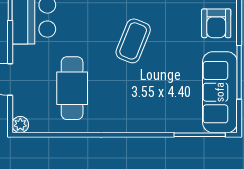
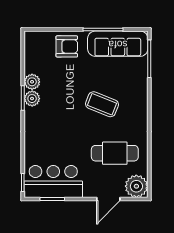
coffee table: (133, 41) -> (102, 104), moved
plant: (20, 125) -> (136, 186), width x1.88, depth x1.88

